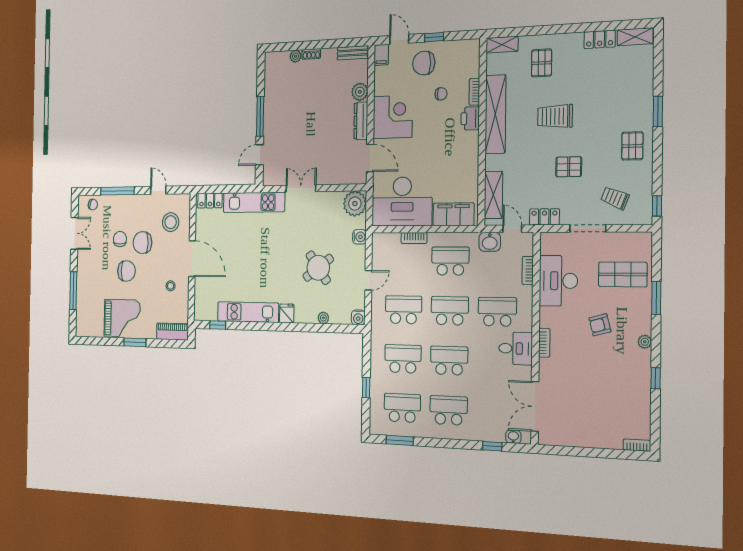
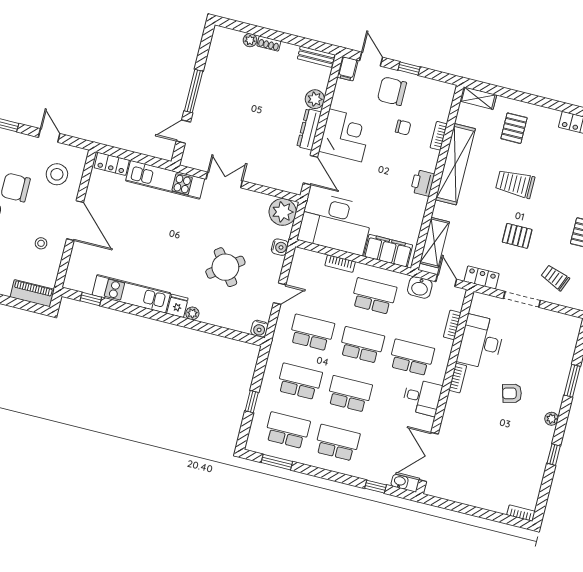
printer: (470, 118) -> (423, 183), moved
shop shelf: (623, 274) -> (545, 351), removed
plant: (323, 318) -> (192, 313), moved
bookcase: (544, 343) -> (458, 378), moved

